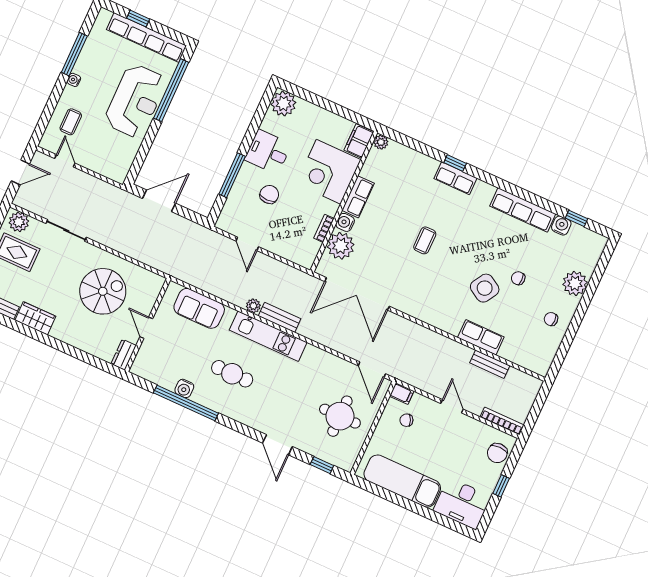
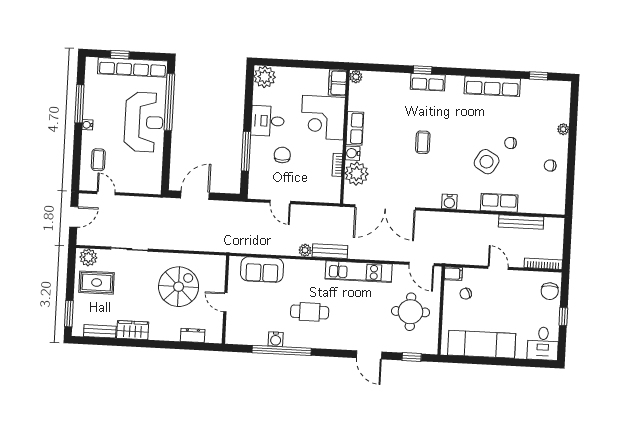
water cooler: (561, 226) -> (449, 202), moved, turned 180
plant: (575, 283) -> (563, 129), width x0.53, depth x0.53
kitchen unit: (268, 336) -> (359, 272), moved
dresser: (124, 355) -> (193, 335), moved, turned 90
bench: (490, 364) -> (521, 222), width x1.36
desk: (462, 503) -> (543, 343), width x0.73

